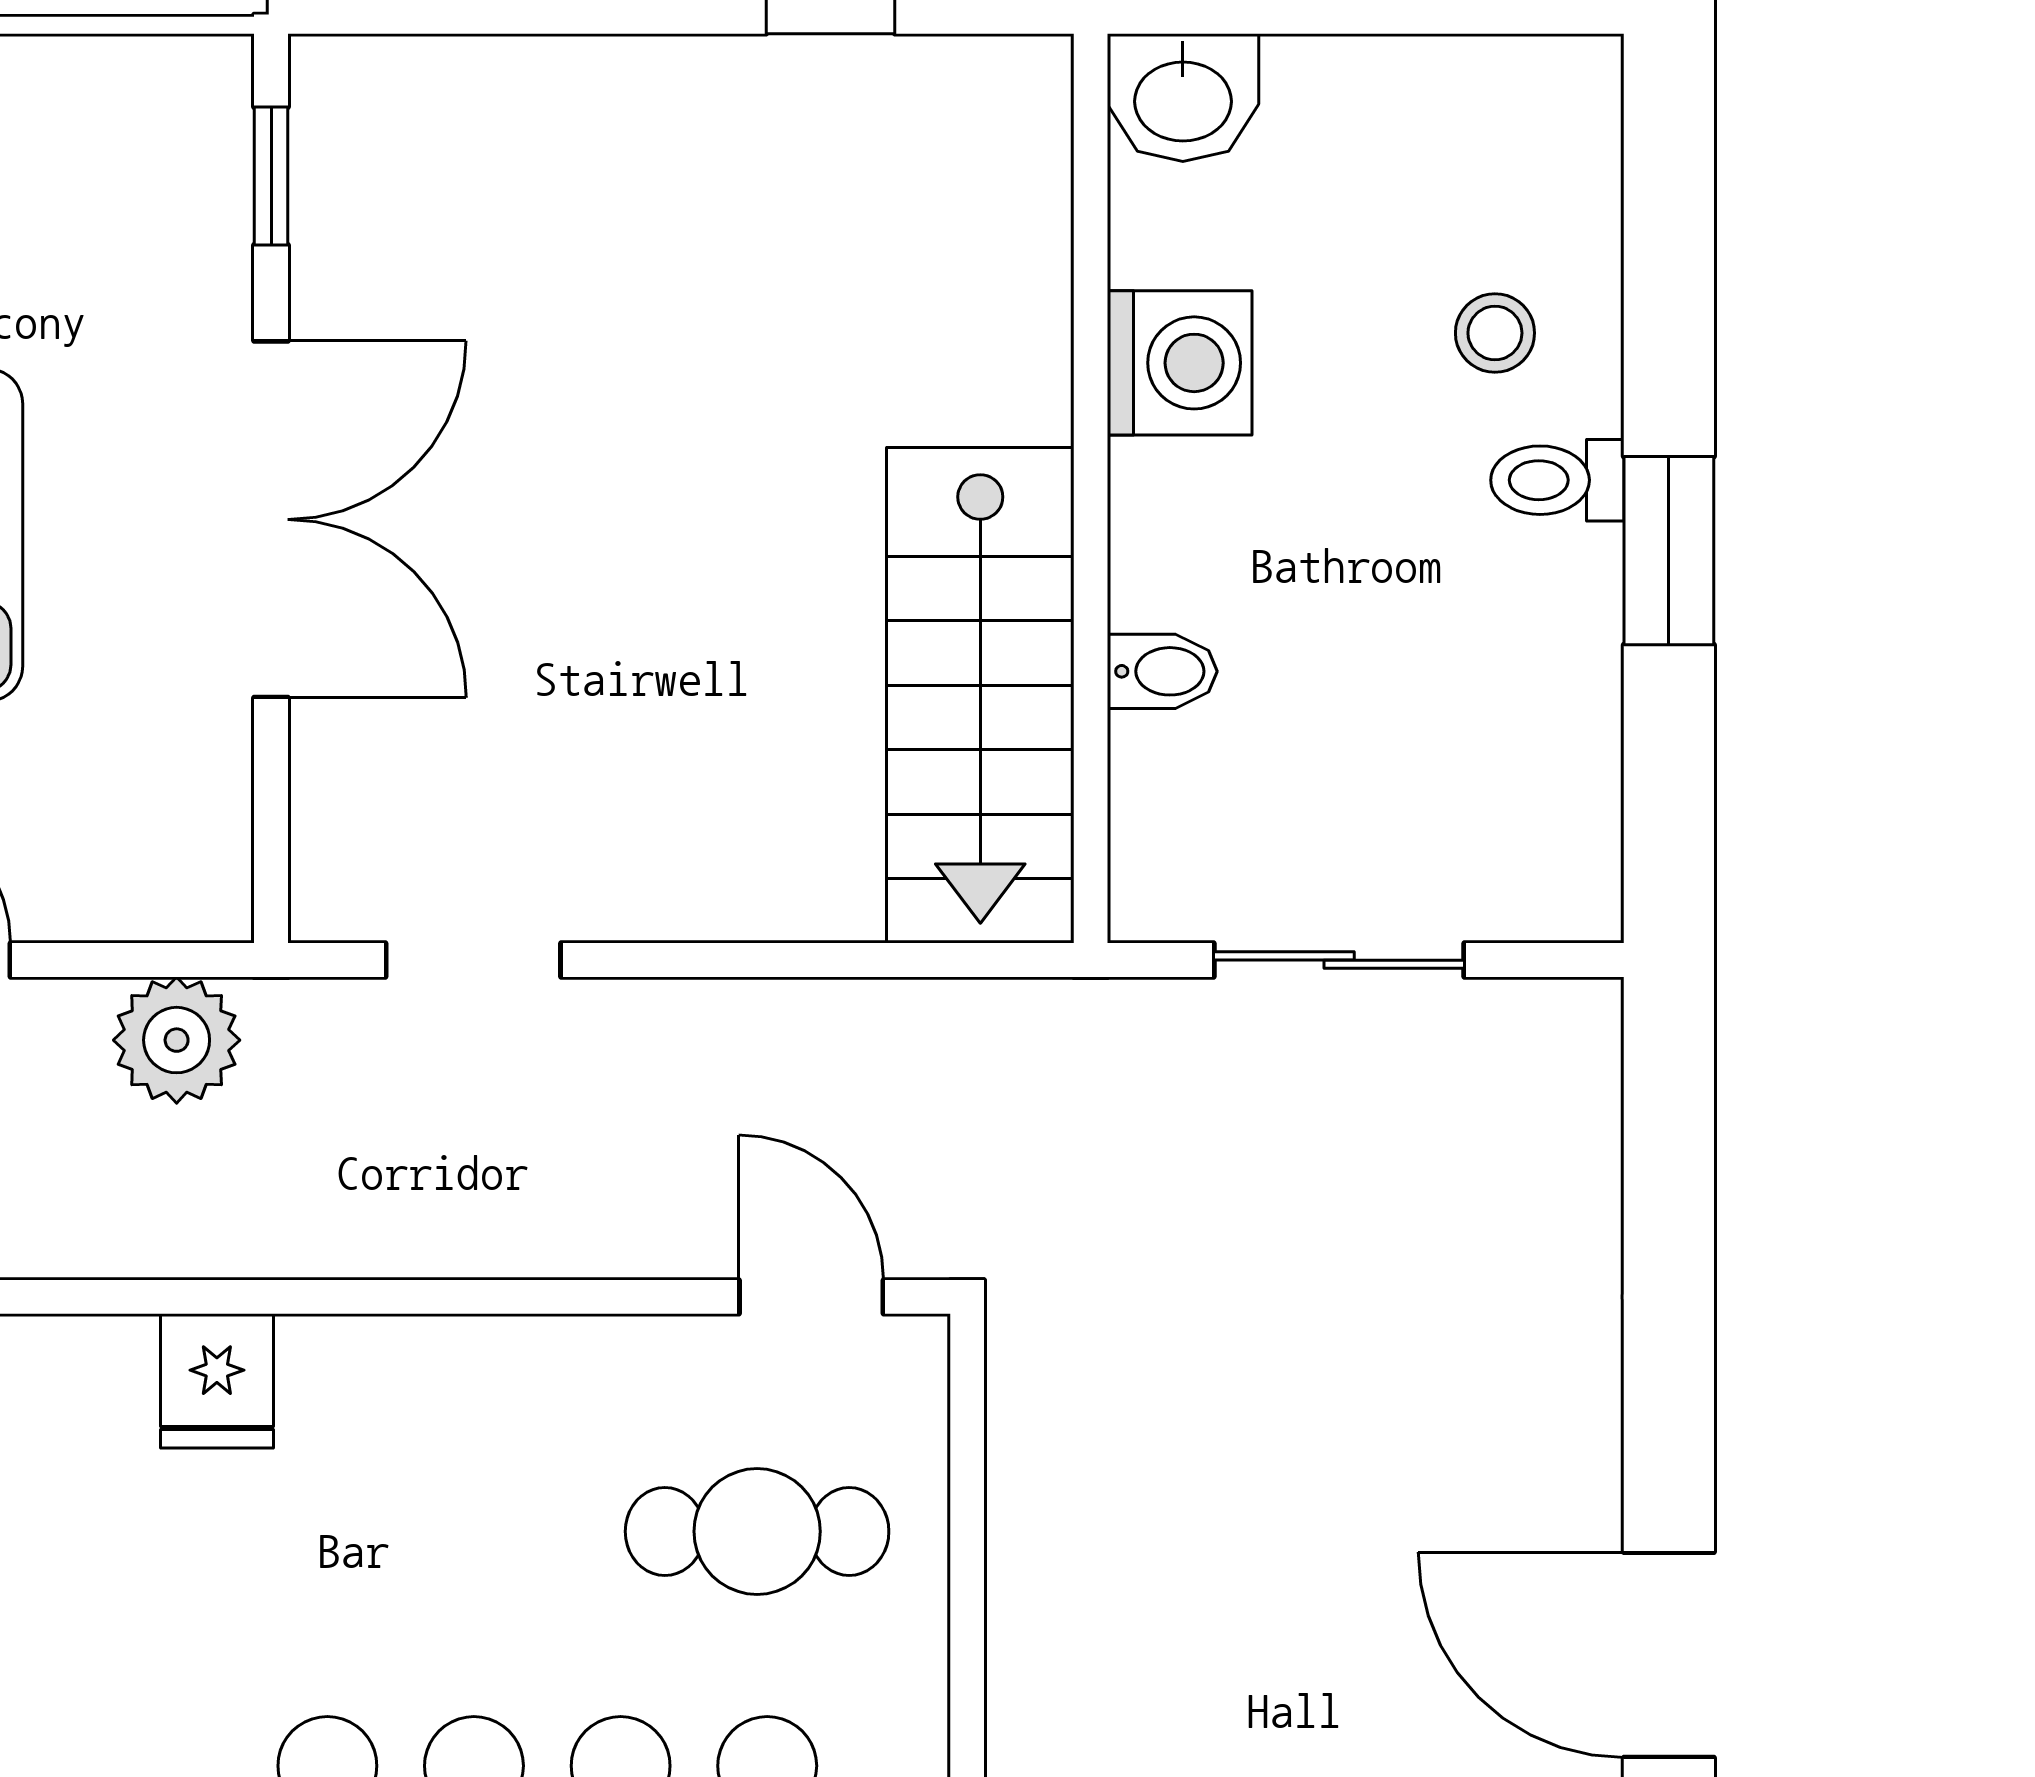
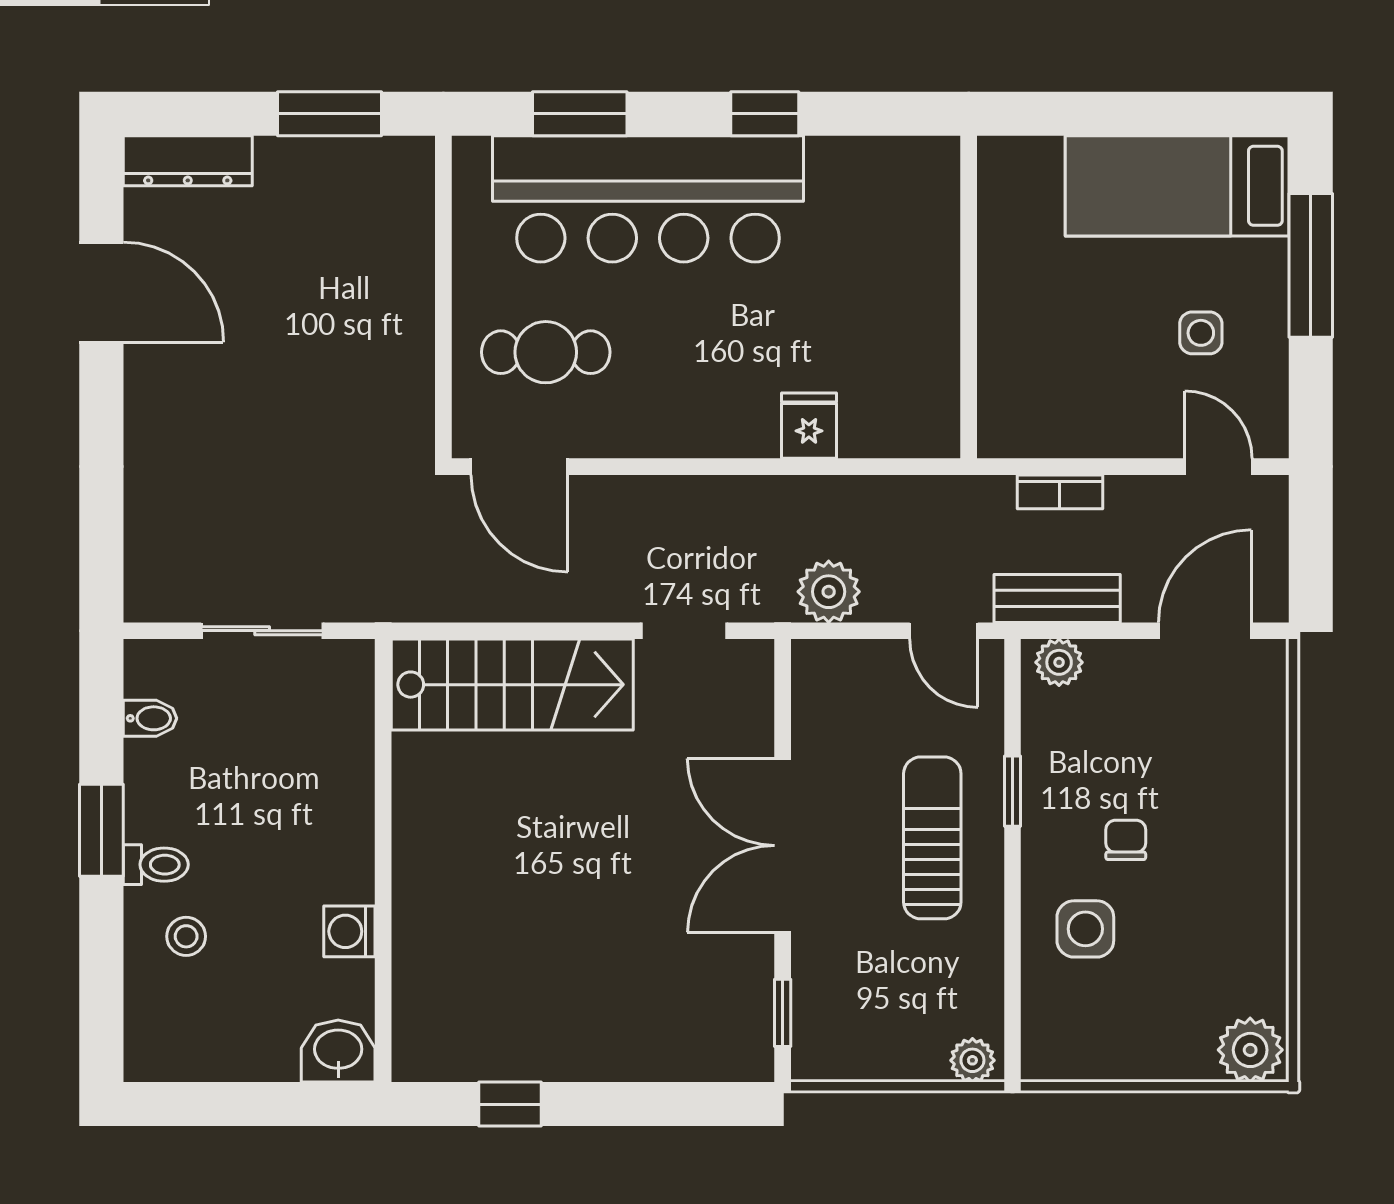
washing machine: (1180, 363) -> (349, 931), width x0.73, depth x0.73
bidet: (1162, 671) -> (150, 718), moved, turned 180
stairs: (980, 695) -> (512, 685), moved, turned 90
door: (811, 1297) -> (519, 467), width x1.38

